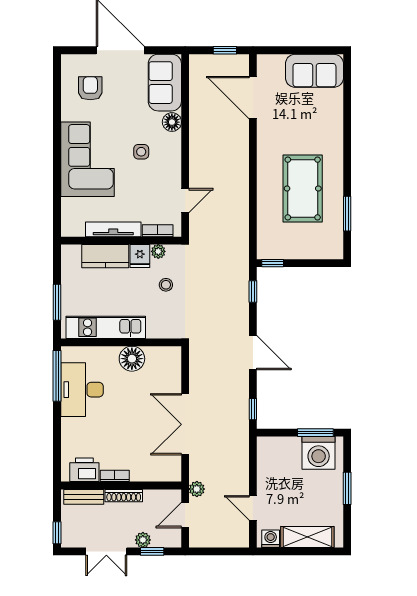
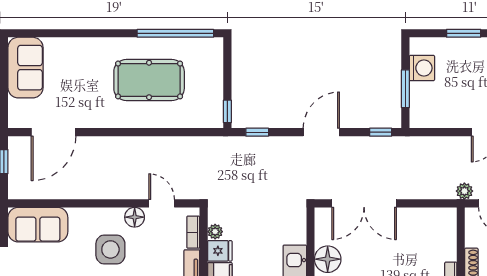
floor lamp: (172, 122) -> (135, 217), moved
side table: (141, 152) -> (110, 249), width x1.87, depth x1.87
window: (347, 214) -> (175, 33), width x2.11
stool: (166, 285) -> (250, 224), removed
double door: (185, 424) -> (364, 203), moved
window: (315, 433) -> (405, 89), moved
washing machine: (319, 453) -> (422, 68), width x0.73, depth x0.73

